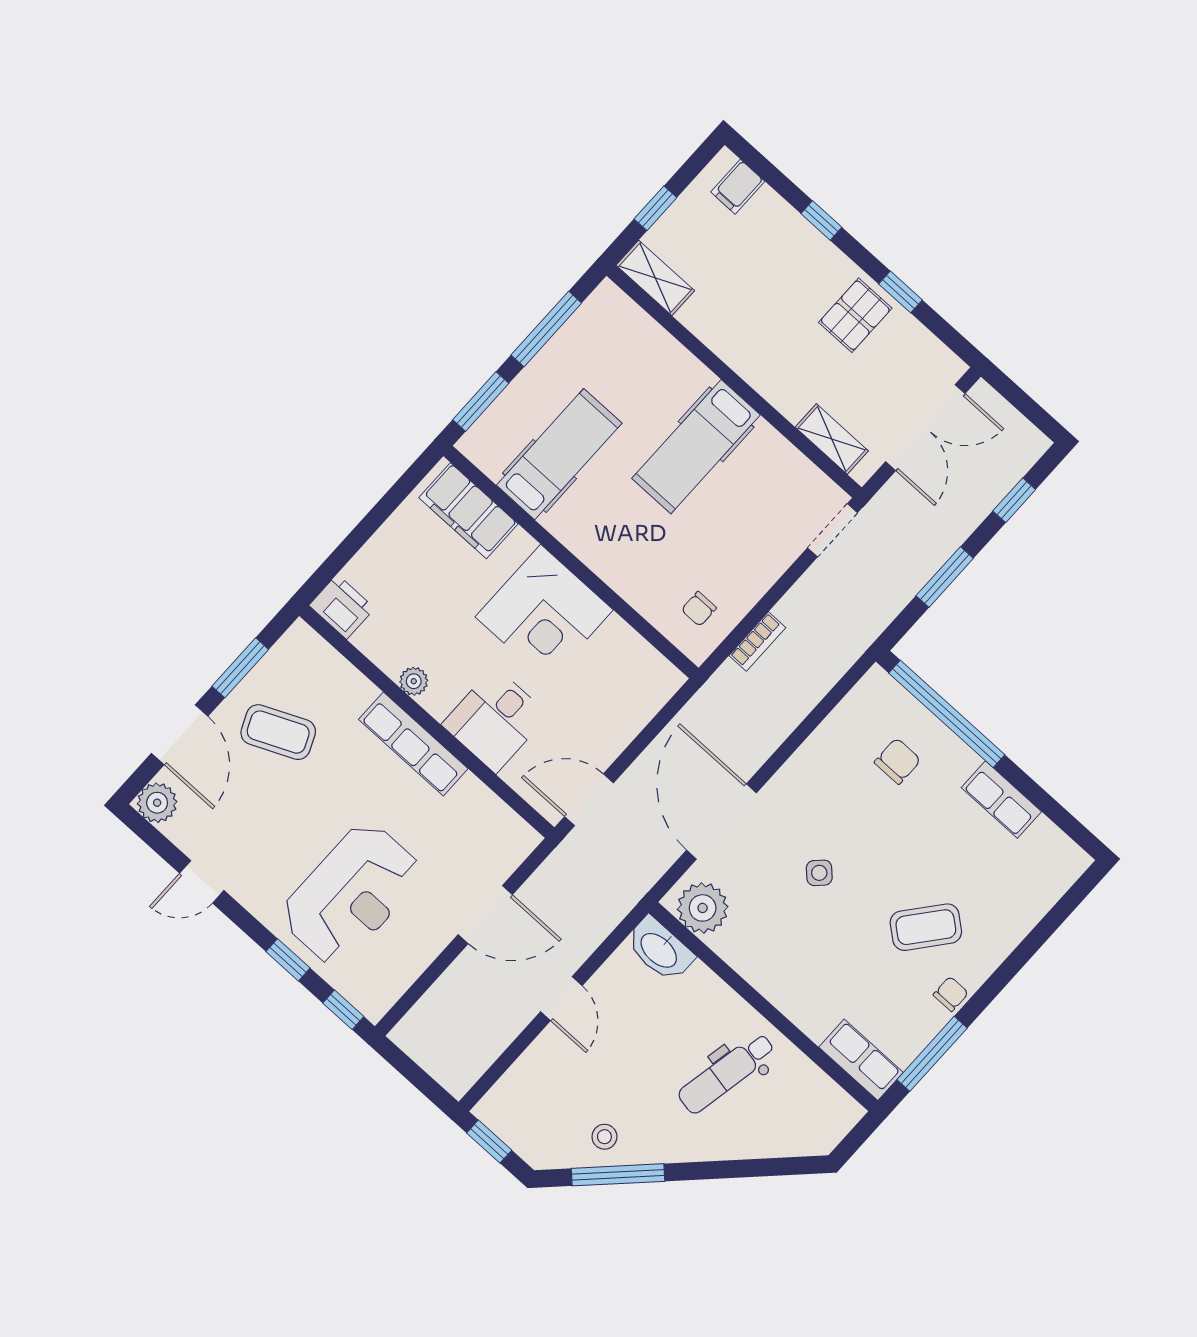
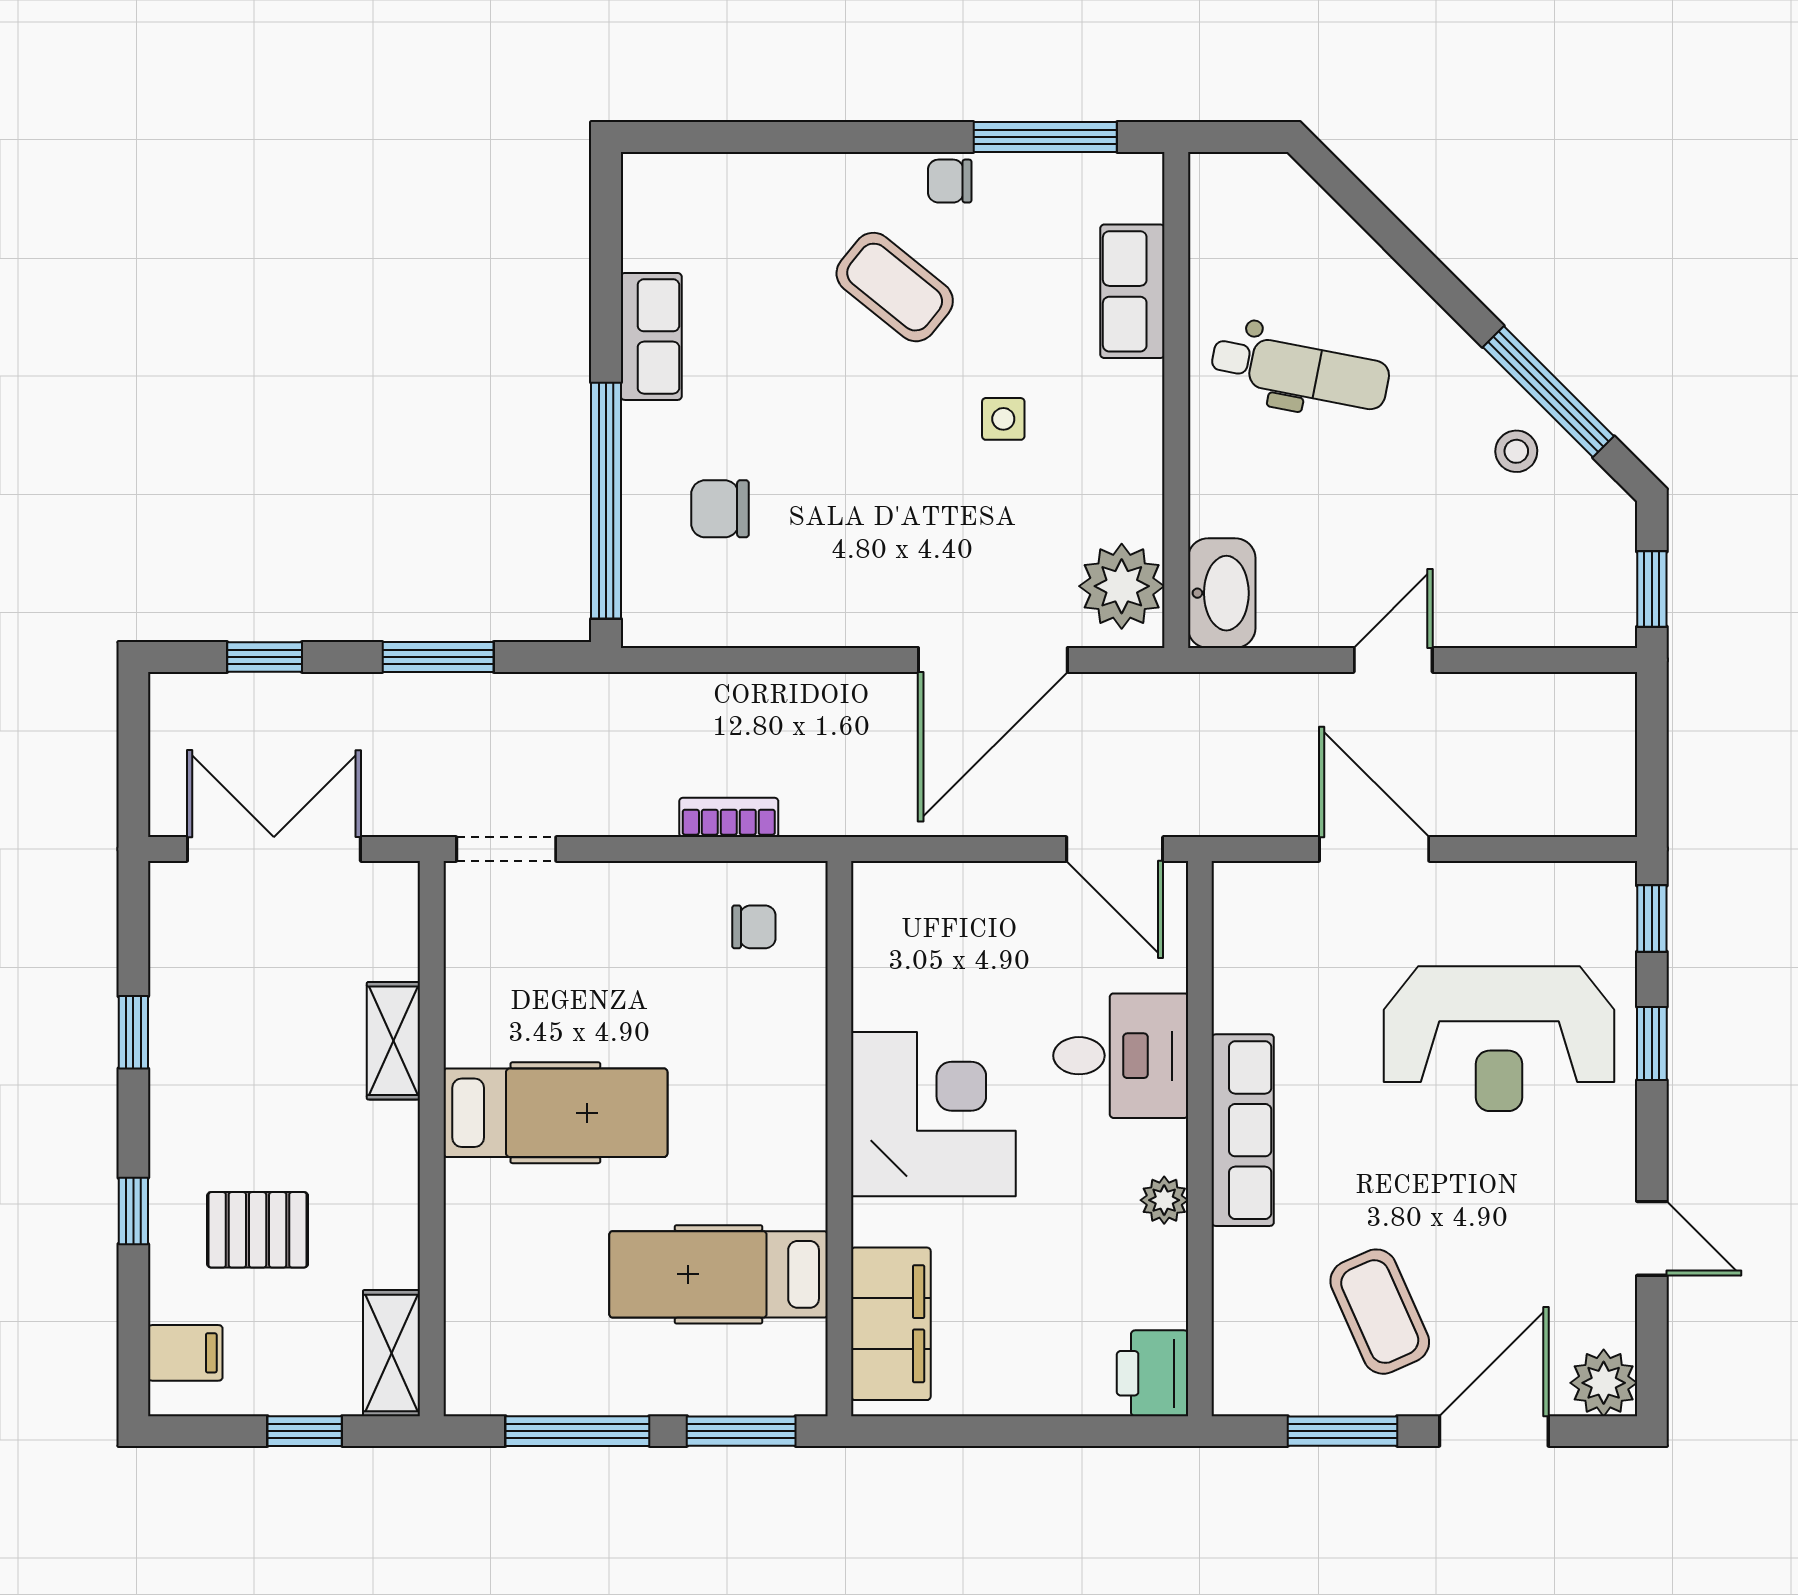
pallet: (855, 315) -> (258, 1230), moved
shelving: (832, 439) -> (393, 1041), moved
side table: (819, 873) -> (1003, 419), moved, turned 45
reception desk: (351, 894) -> (1499, 1039), turned 180
row of seats: (861, 1060) -> (1132, 291), moved

